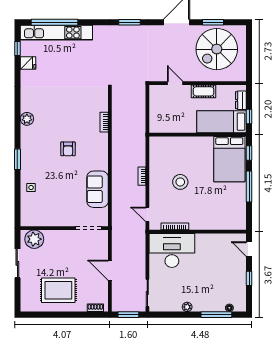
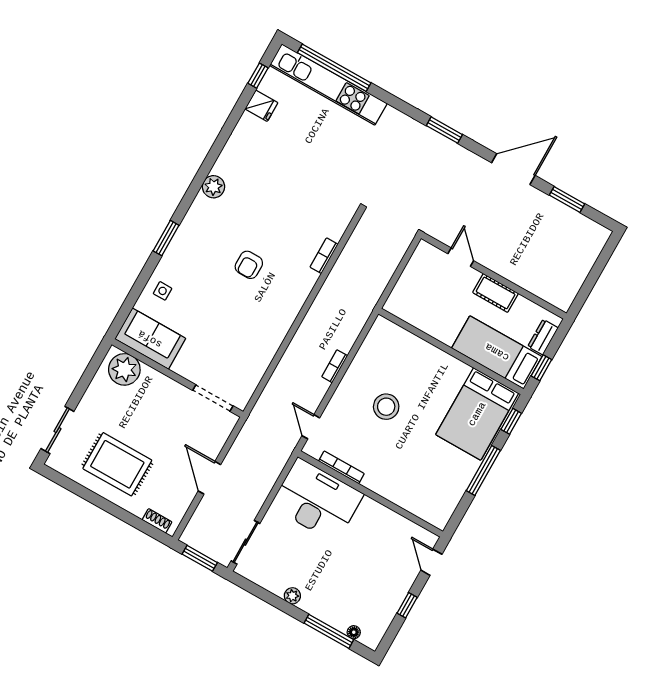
spiral stairs: (217, 49) -> (550, 242), removed
sofa: (98, 189) -> (150, 339), moved, turned 90
sliding door: (17, 263) -> (57, 430), moved

